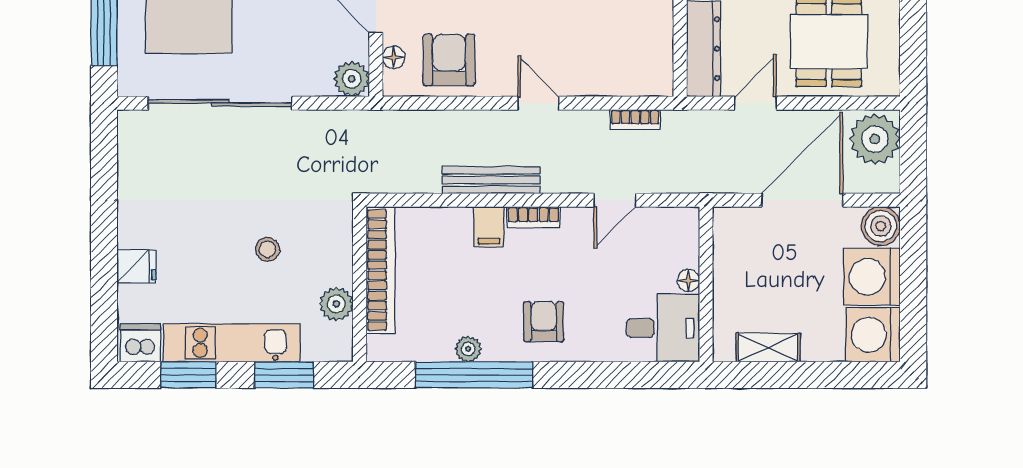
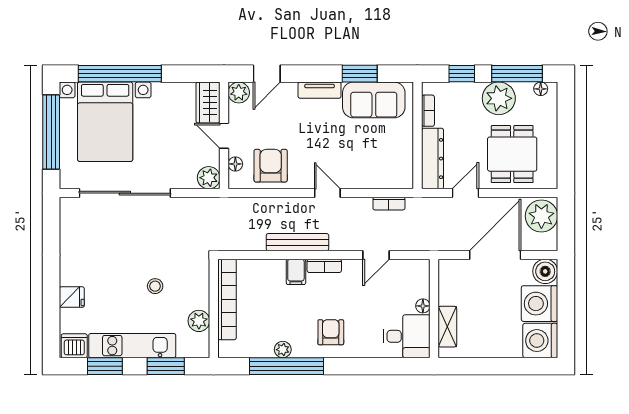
shelving: (768, 348) -> (447, 327), moved, turned 90

